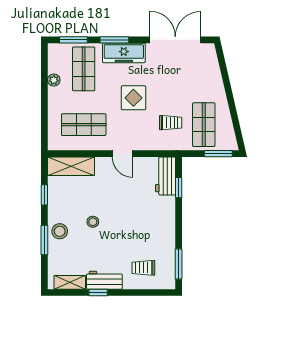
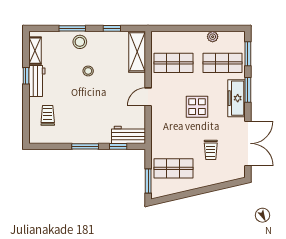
trolley: (171, 123) -> (211, 150), moved
shop shelf: (84, 125) -> (173, 63), turned 90
window: (179, 264) -> (85, 146), moved

